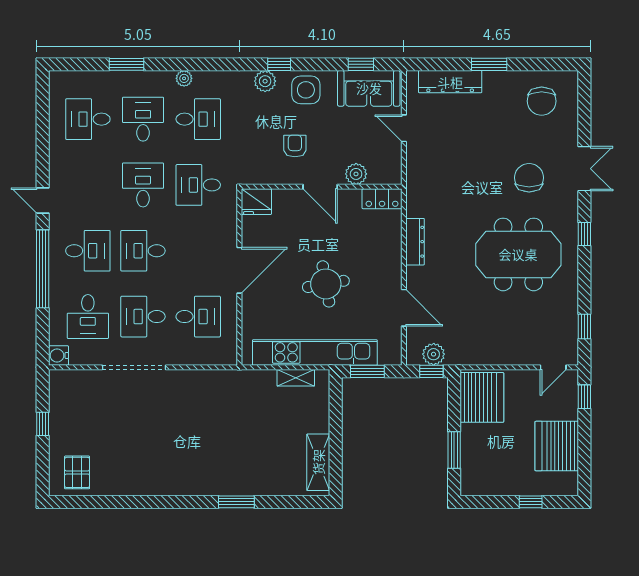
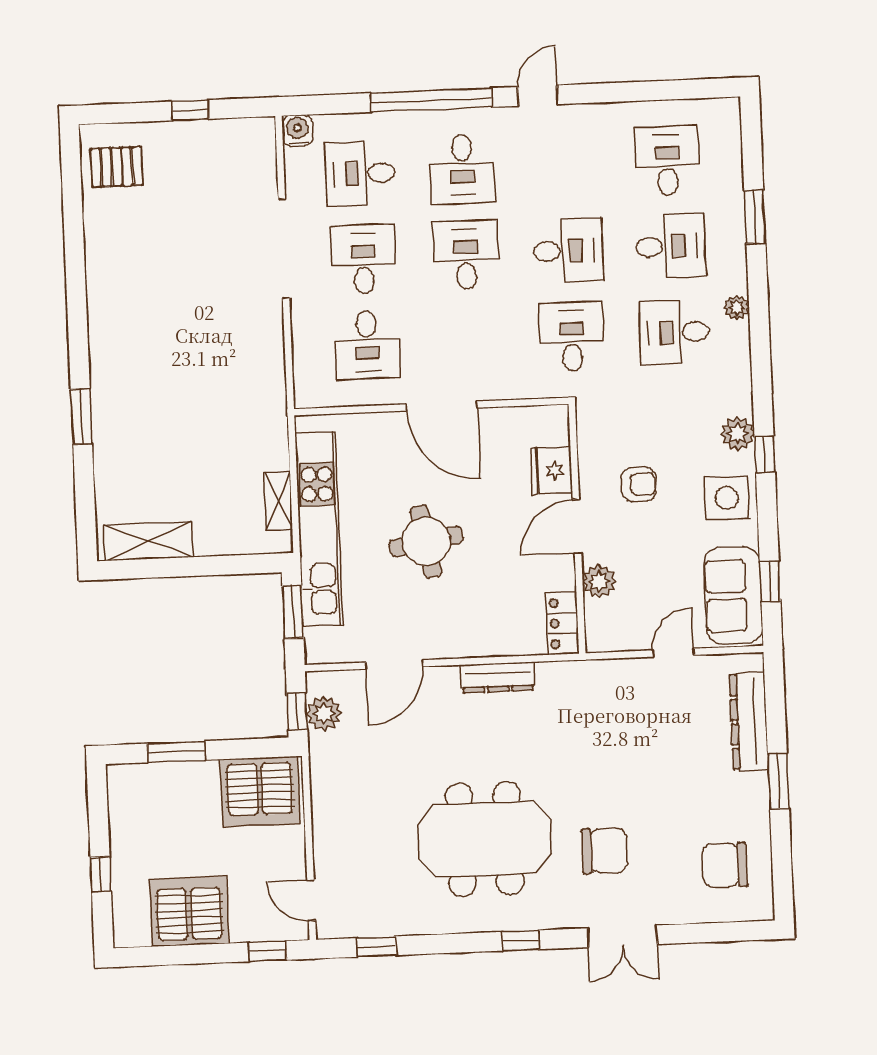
desk: (198, 119) -> (674, 332), turned 90
fridge: (256, 202) -> (551, 471), moved
meeting table: (518, 254) -> (485, 839), turned 90

